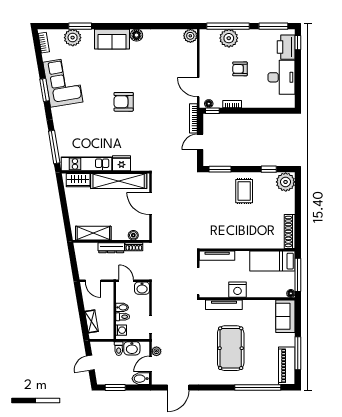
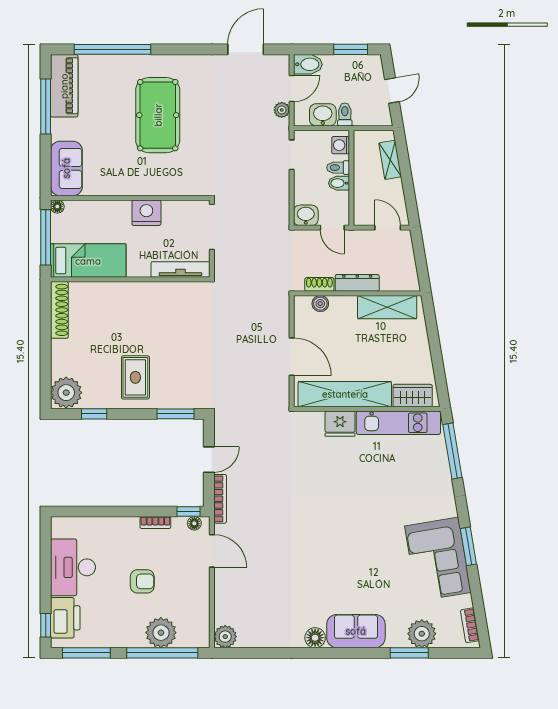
armchair: (124, 102) -> (337, 526), removed
tv unit: (224, 305) -> (169, 188), removed

